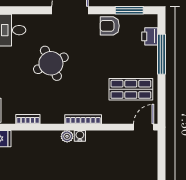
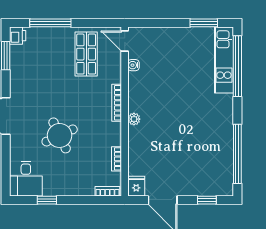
armchair: (110, 26) -> (21, 76), removed
printer: (150, 36) -> (18, 36), moved, turned -90
water cooler: (80, 136) -> (133, 65), moved

